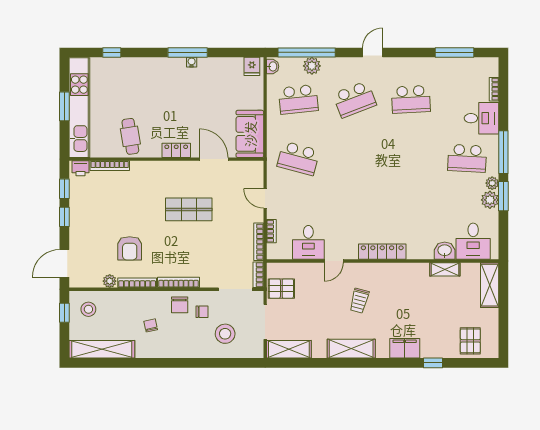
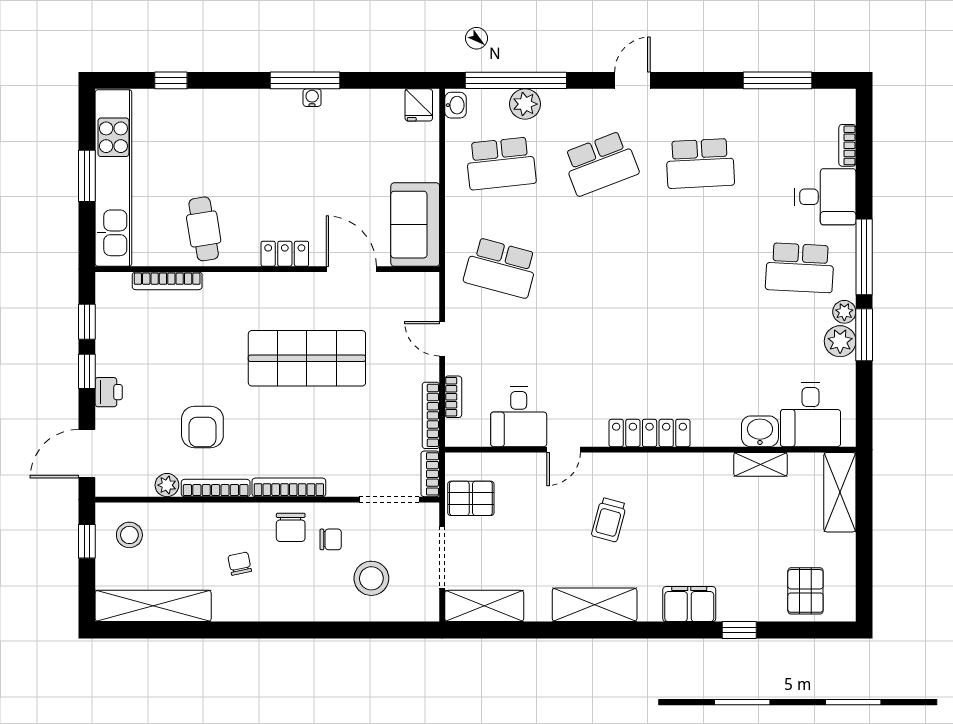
printer: (80, 168) -> (109, 392), moved, turned -90
shop shelf: (189, 209) -> (307, 358), width x1.43, depth x1.36

